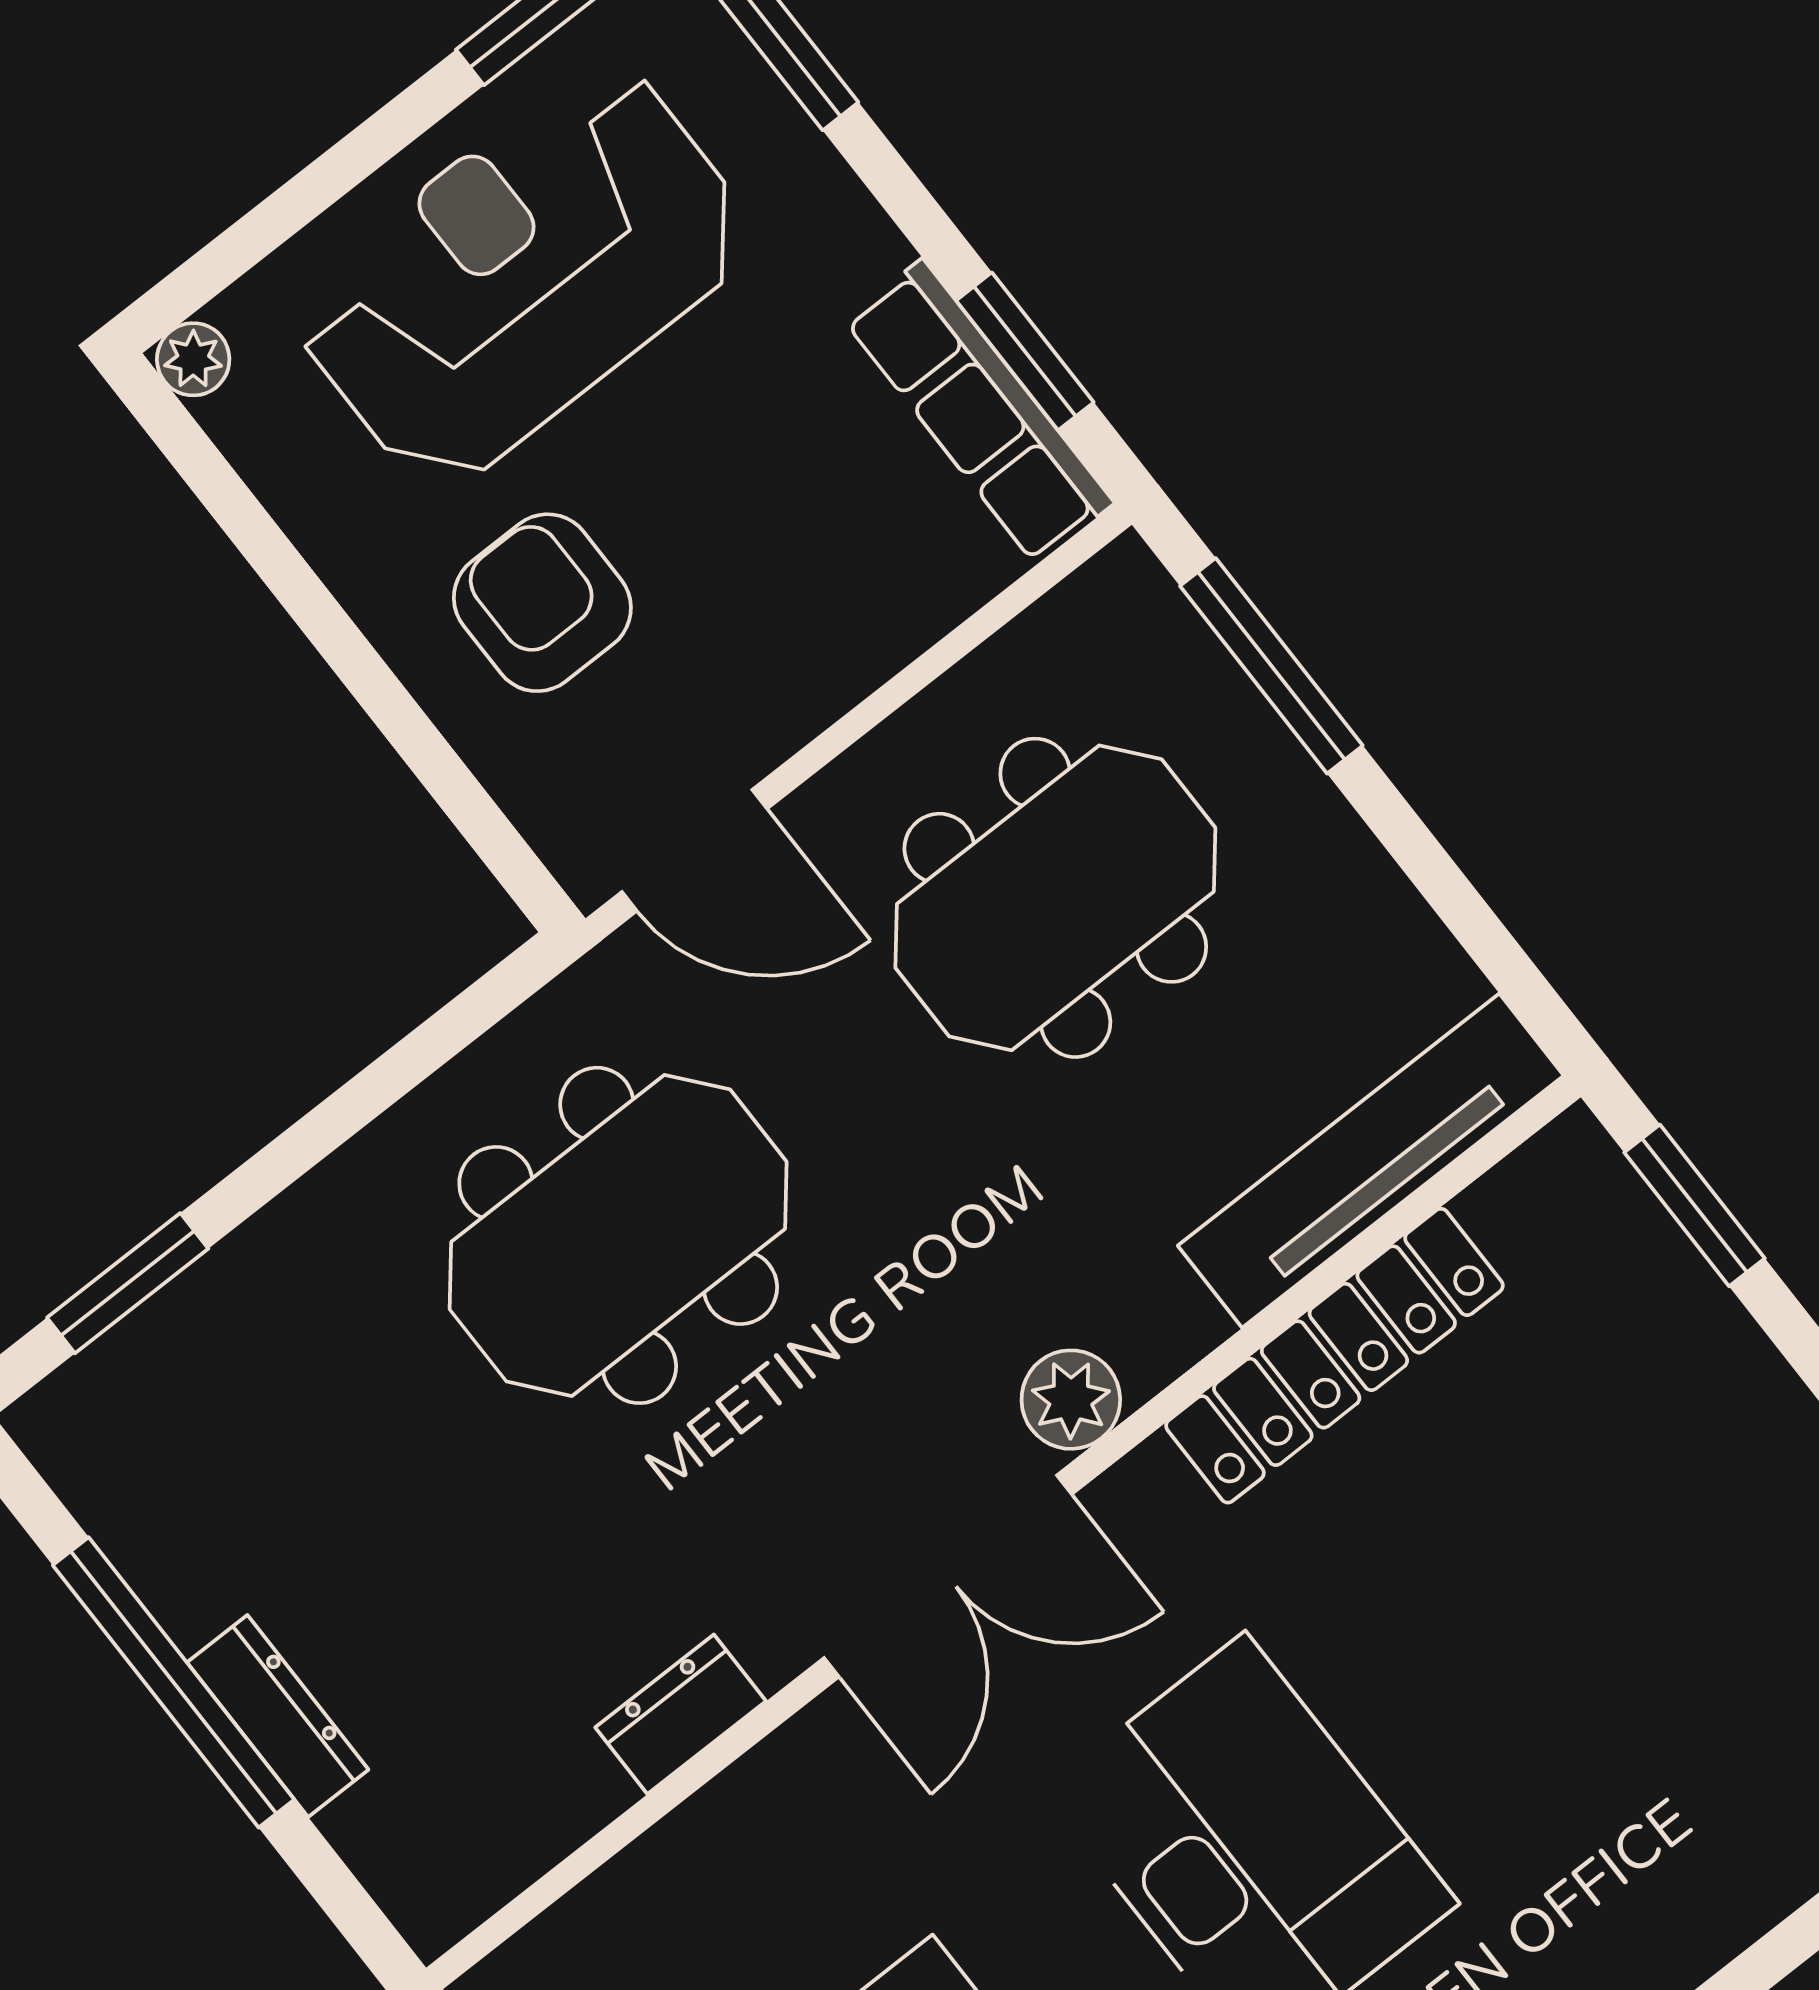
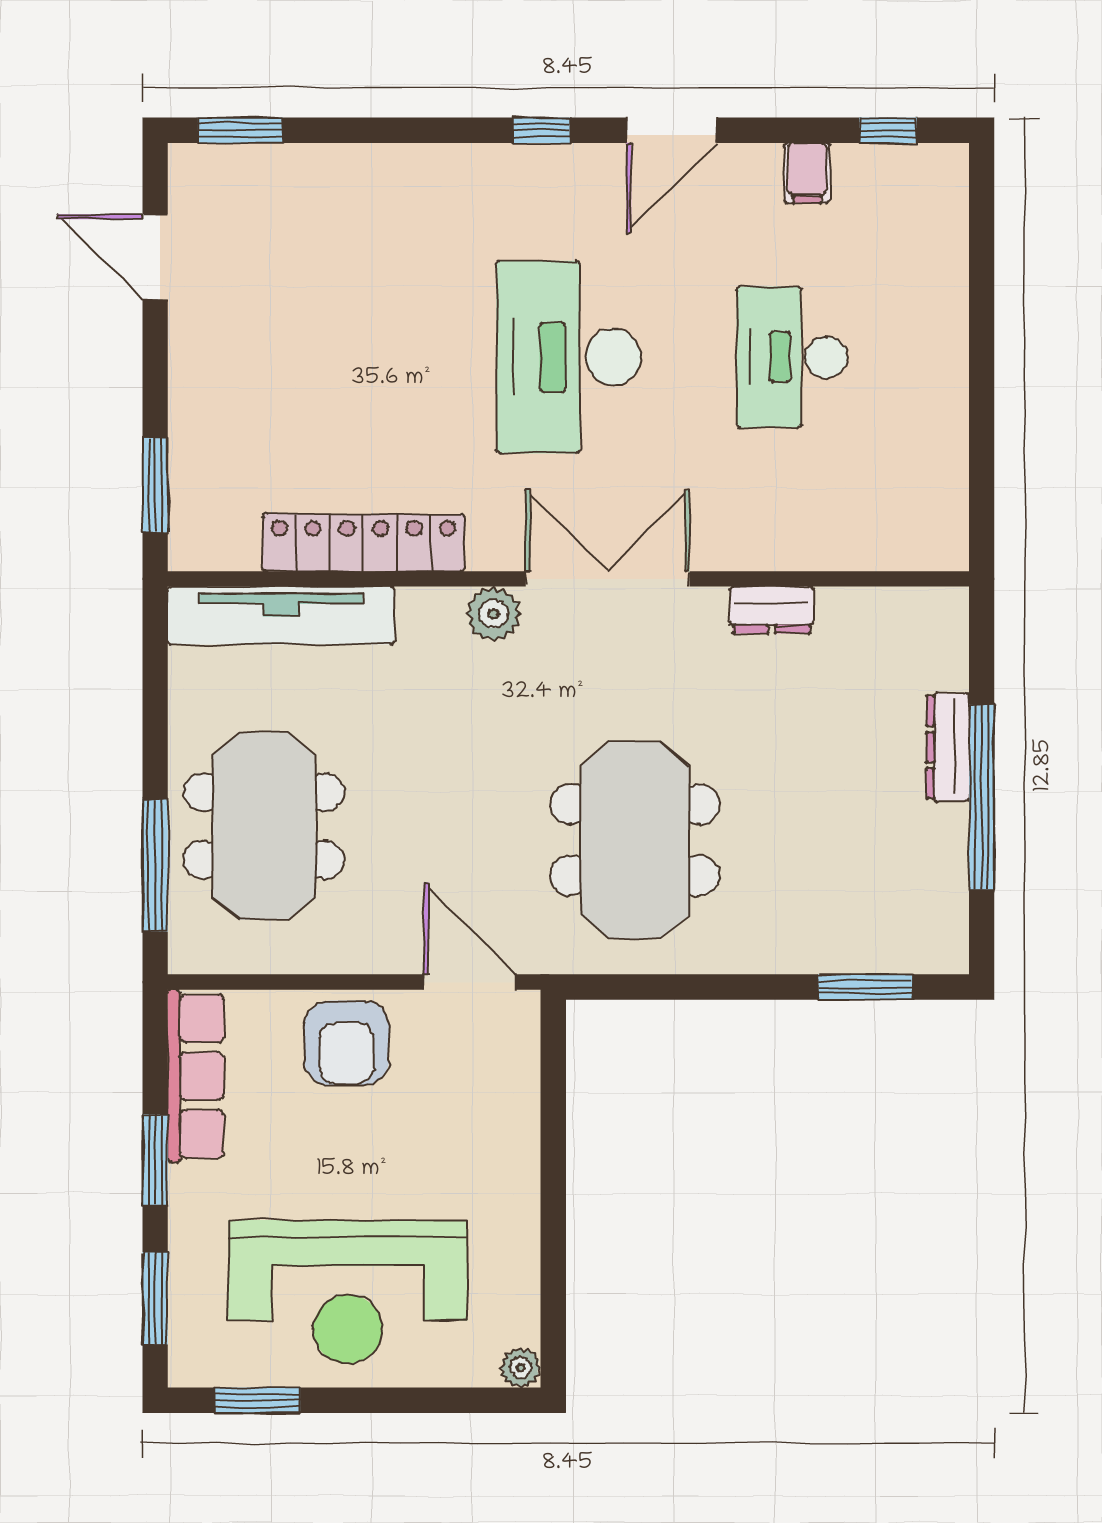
window: (1025, 351) -> (155, 1160), moved
armchair: (542, 603) -> (347, 1043), moved
meeting table: (1055, 898) -> (264, 826), moved, turned 90
meeting table: (618, 1235) -> (635, 840), turned 90

